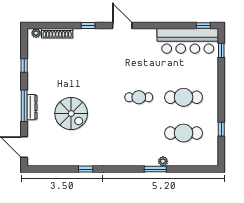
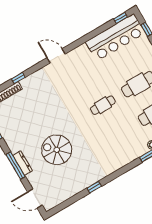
window: (88, 26) -> (18, 78), moved
spiral stairs: (71, 114) -> (57, 150), turned 180

